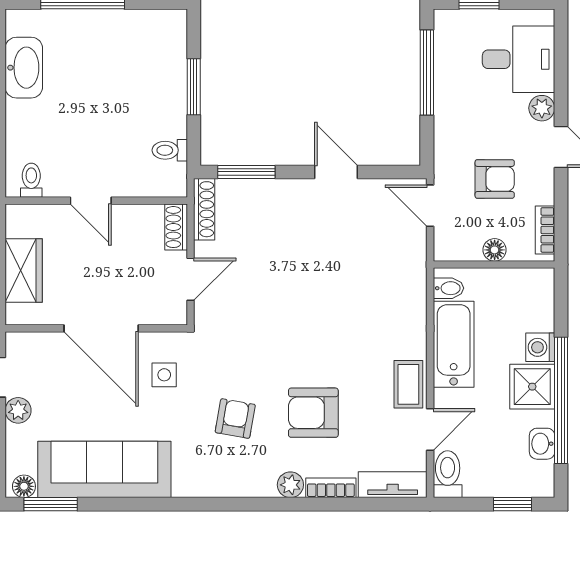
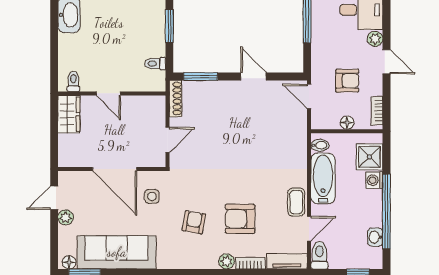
shoe rack: (176, 227) -> (159, 109), removed
wardrobe: (24, 271) -> (69, 114), moved
shower: (532, 387) -> (369, 157), moved

